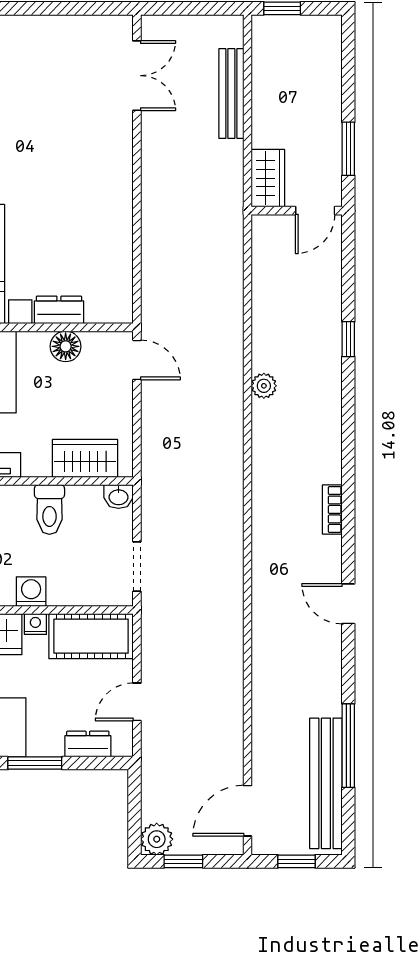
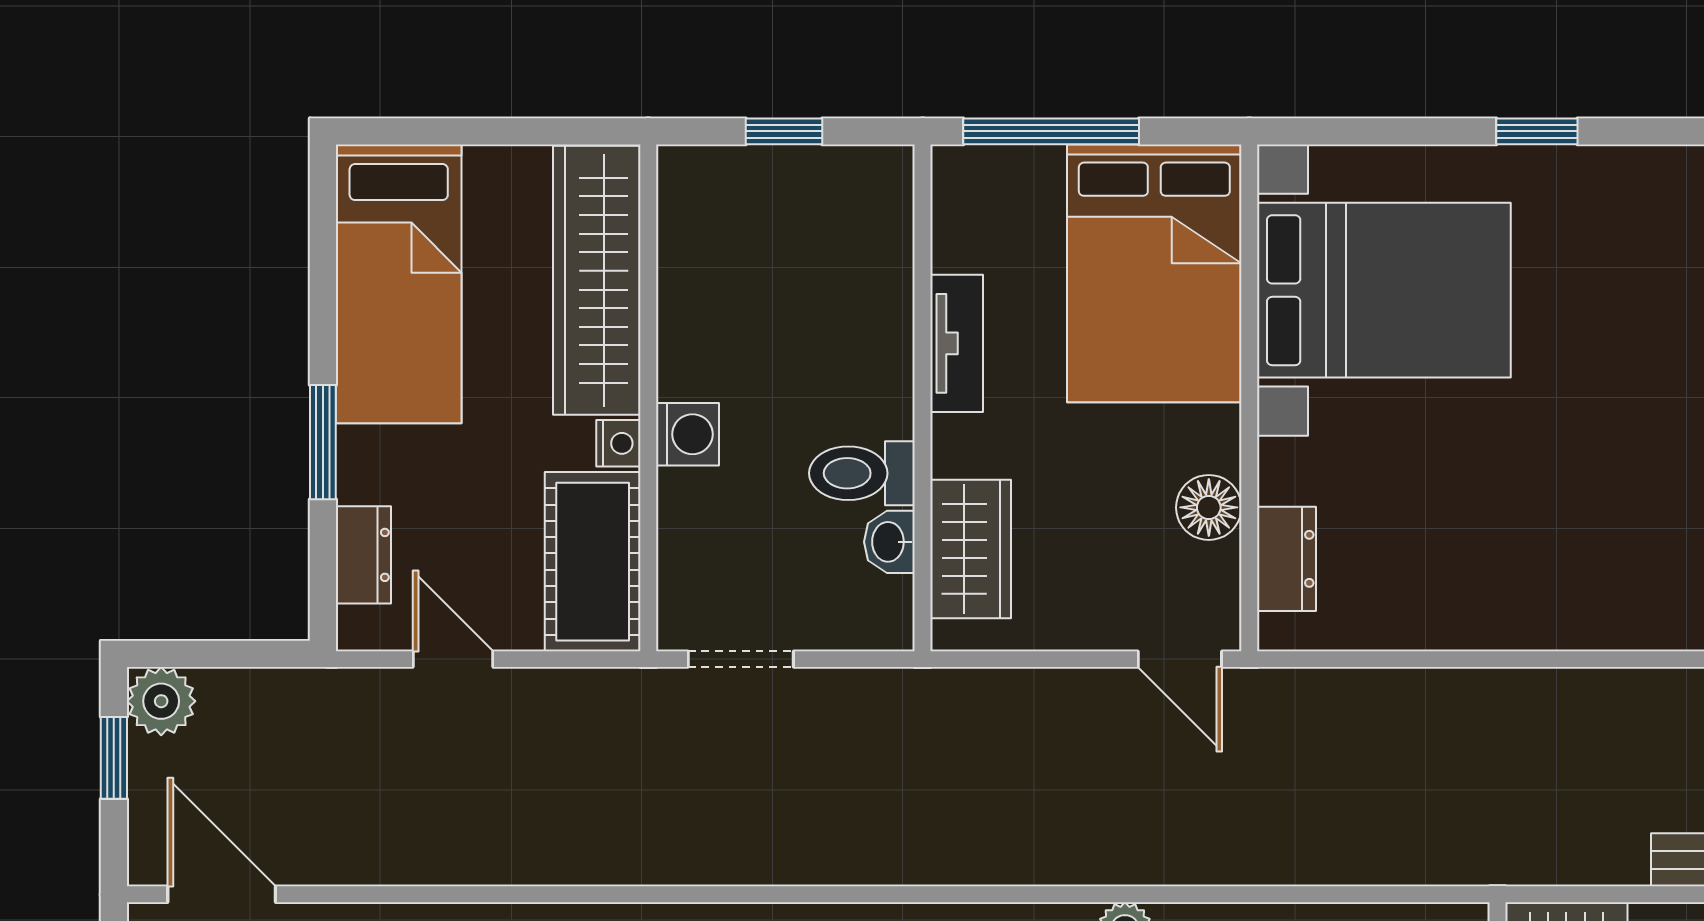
dresser: (59, 310) -> (1286, 559), moved
door: (137, 360) -> (1180, 659), hinge flipped
washbasin: (119, 497) -> (889, 542), moved

